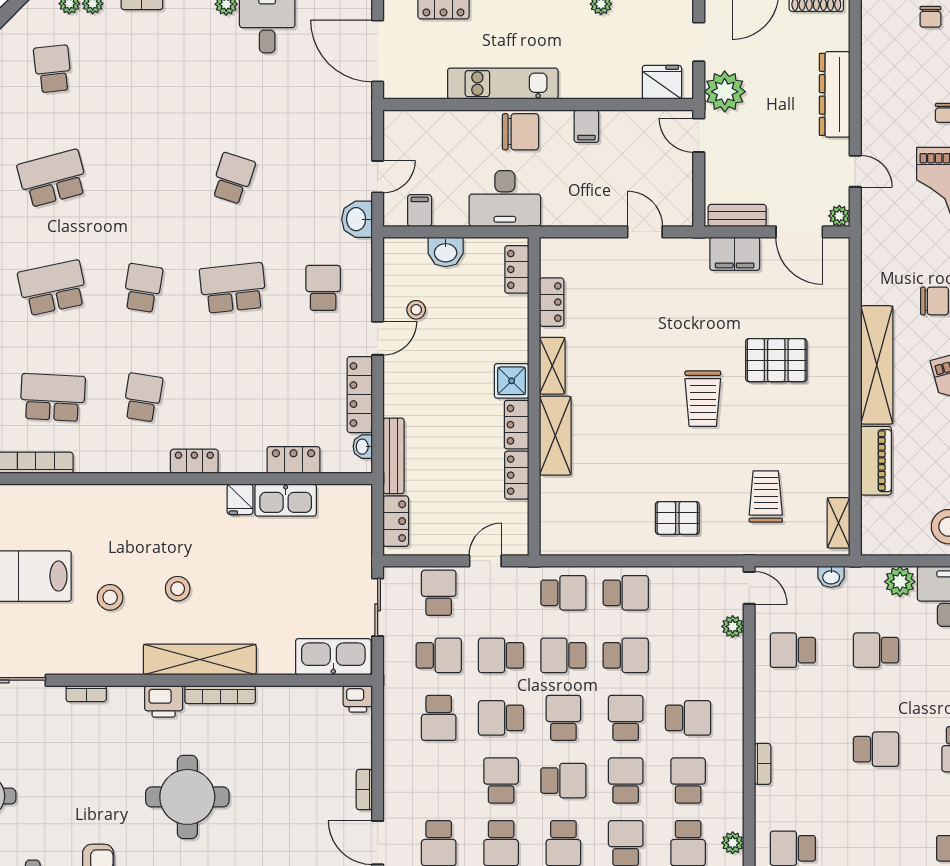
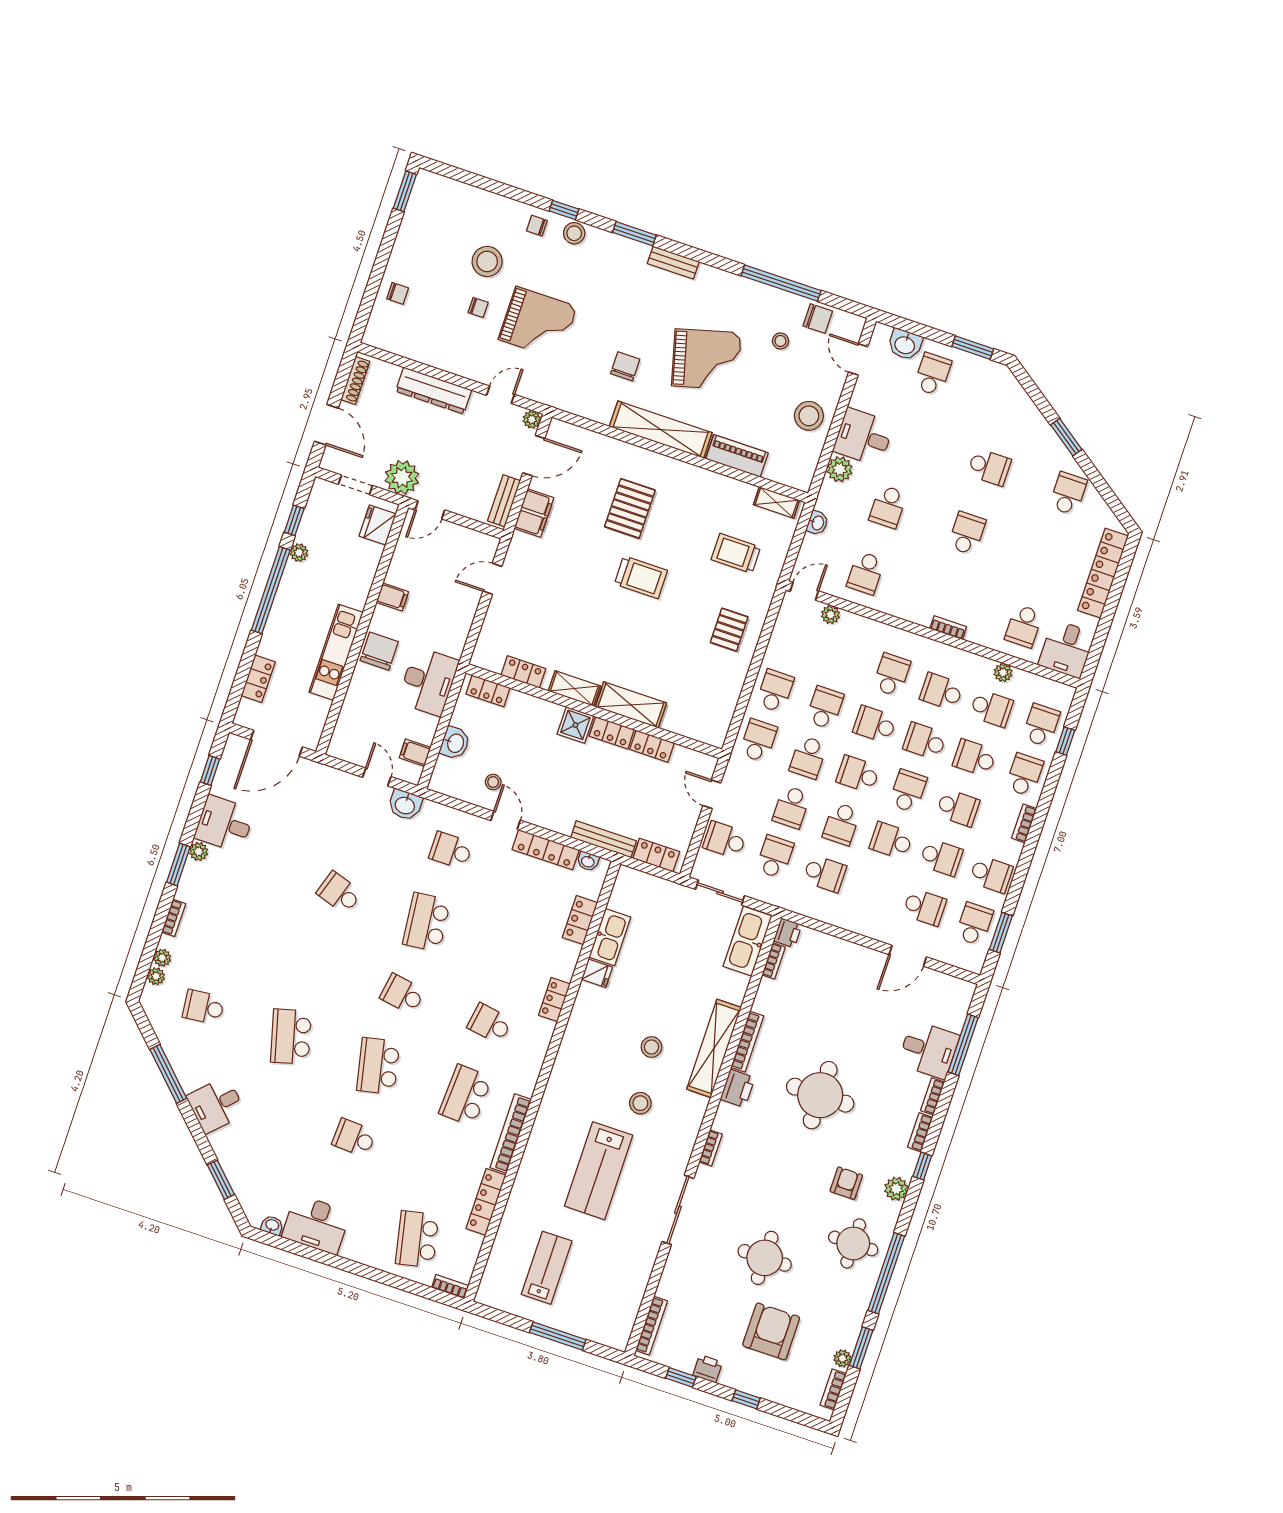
bookcase: (364, 790) -> (774, 961), moved, turned -90

